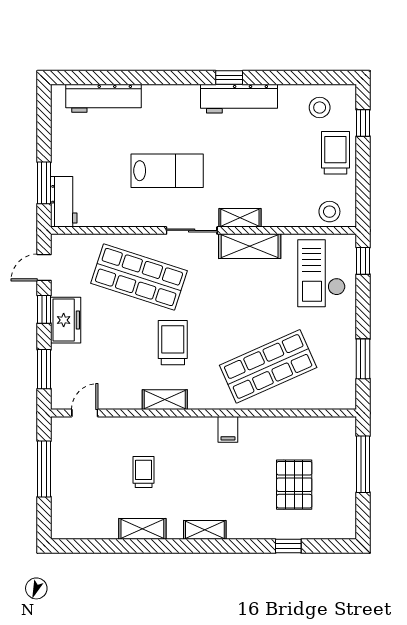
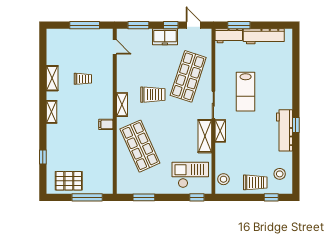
workbench: (103, 98) -> (264, 36), moved, turned -90
shelving: (165, 400) -> (122, 105), moved
pallet: (294, 485) -> (69, 181), moved

